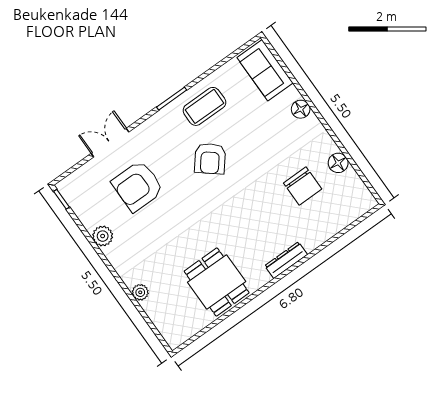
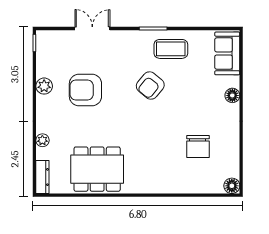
floor lamp: (338, 163) -> (232, 186), moved
armchair: (138, 186) -> (85, 90), moved
dresser: (286, 260) -> (42, 177), moved, turned 90
dining table: (217, 282) -> (97, 169), width x1.38

